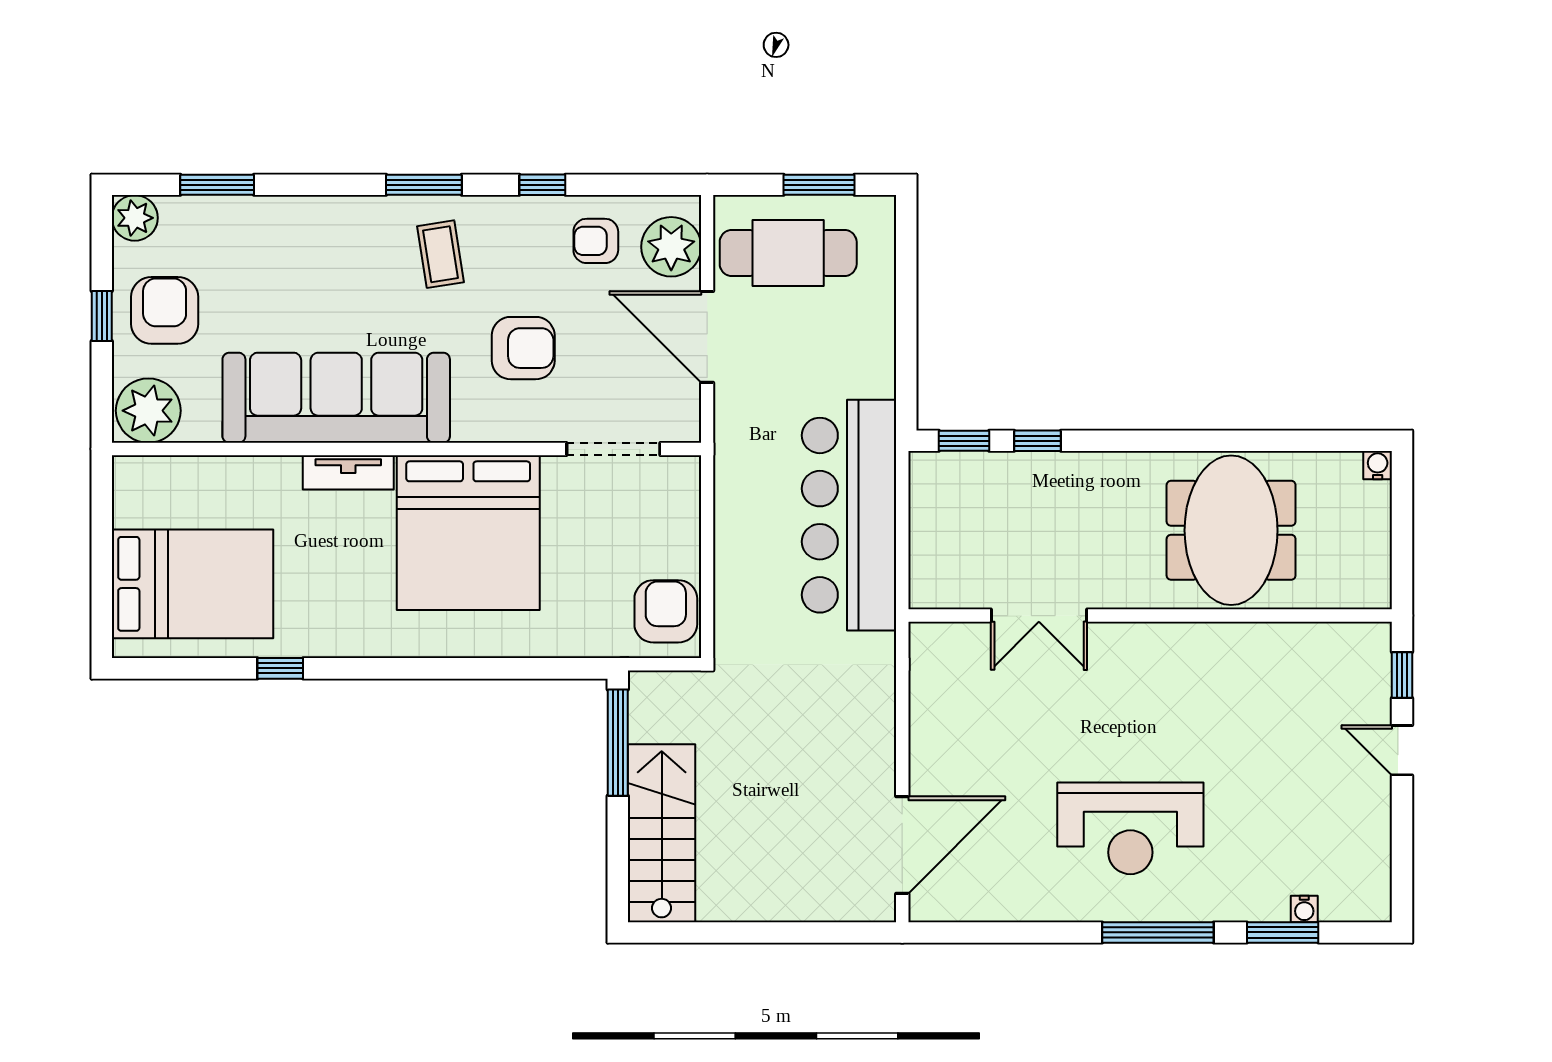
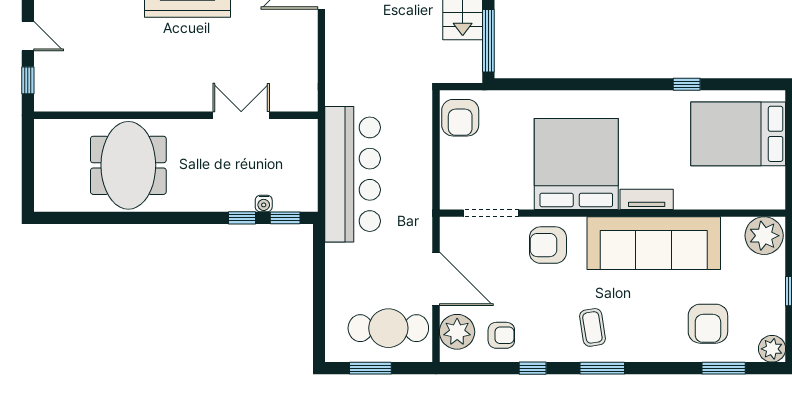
armchair: (165, 310) -> (708, 324), moved
armchair: (523, 348) -> (548, 245), moved
water cooler: (1378, 465) -> (264, 204), moved

